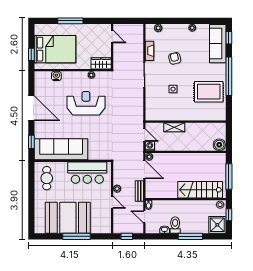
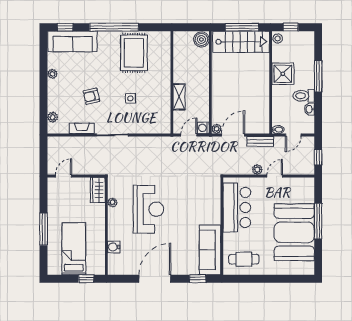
bed: (55, 49) -> (74, 249), width x0.67
reception desk: (86, 103) -> (149, 209), turned 180
sofa: (61, 149) -> (210, 250), width x0.74, depth x0.79
stairs: (200, 190) -> (241, 42), moved, turned -90
shower: (217, 225) -> (283, 74), moved

